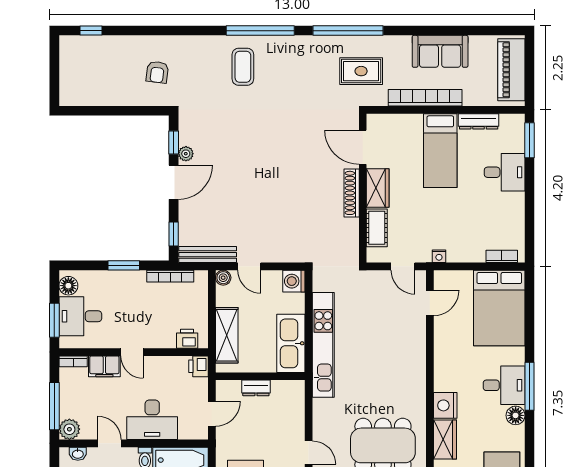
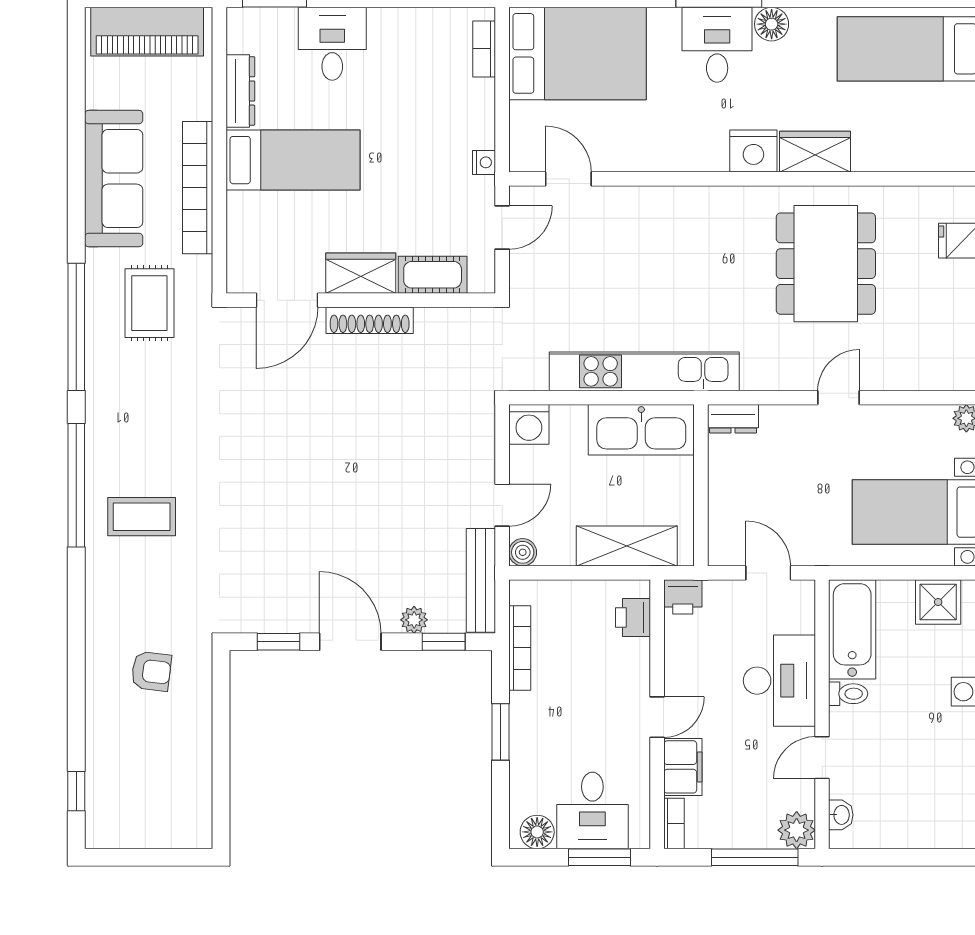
sofa: (440, 51) -> (114, 179), width x1.36
plant: (186, 154) -> (414, 620), moved
dresser: (256, 388) -> (733, 419), moved, turned 90

